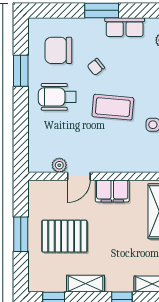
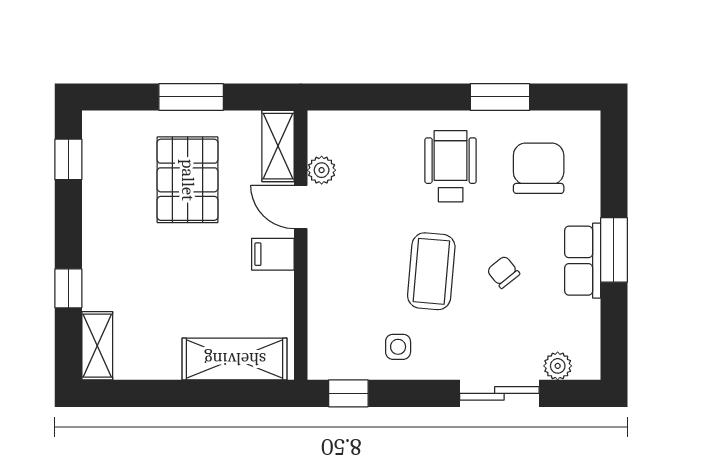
row of seats: (125, 27) -> (583, 261), moved
chair: (96, 67) -> (503, 272), moved
filing cabinet: (112, 191) -> (273, 254), width x0.50
shelving: (85, 284) -> (278, 146), moved

